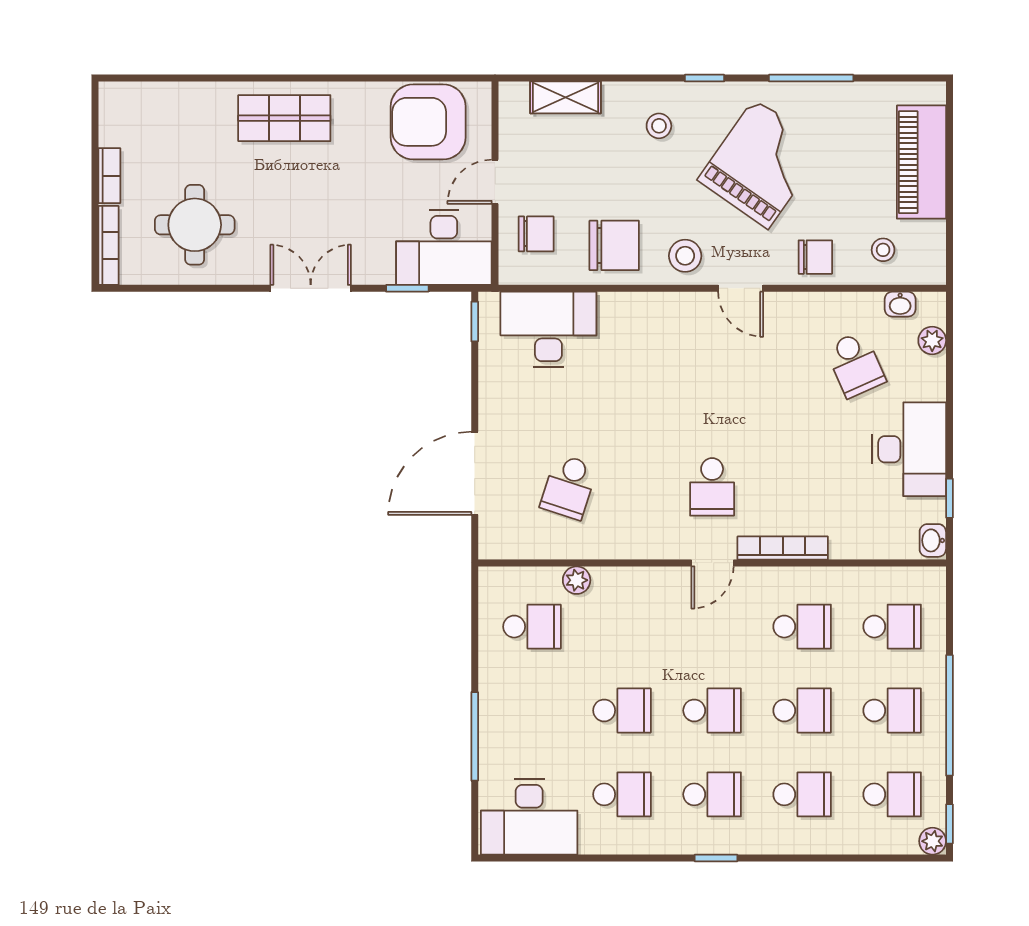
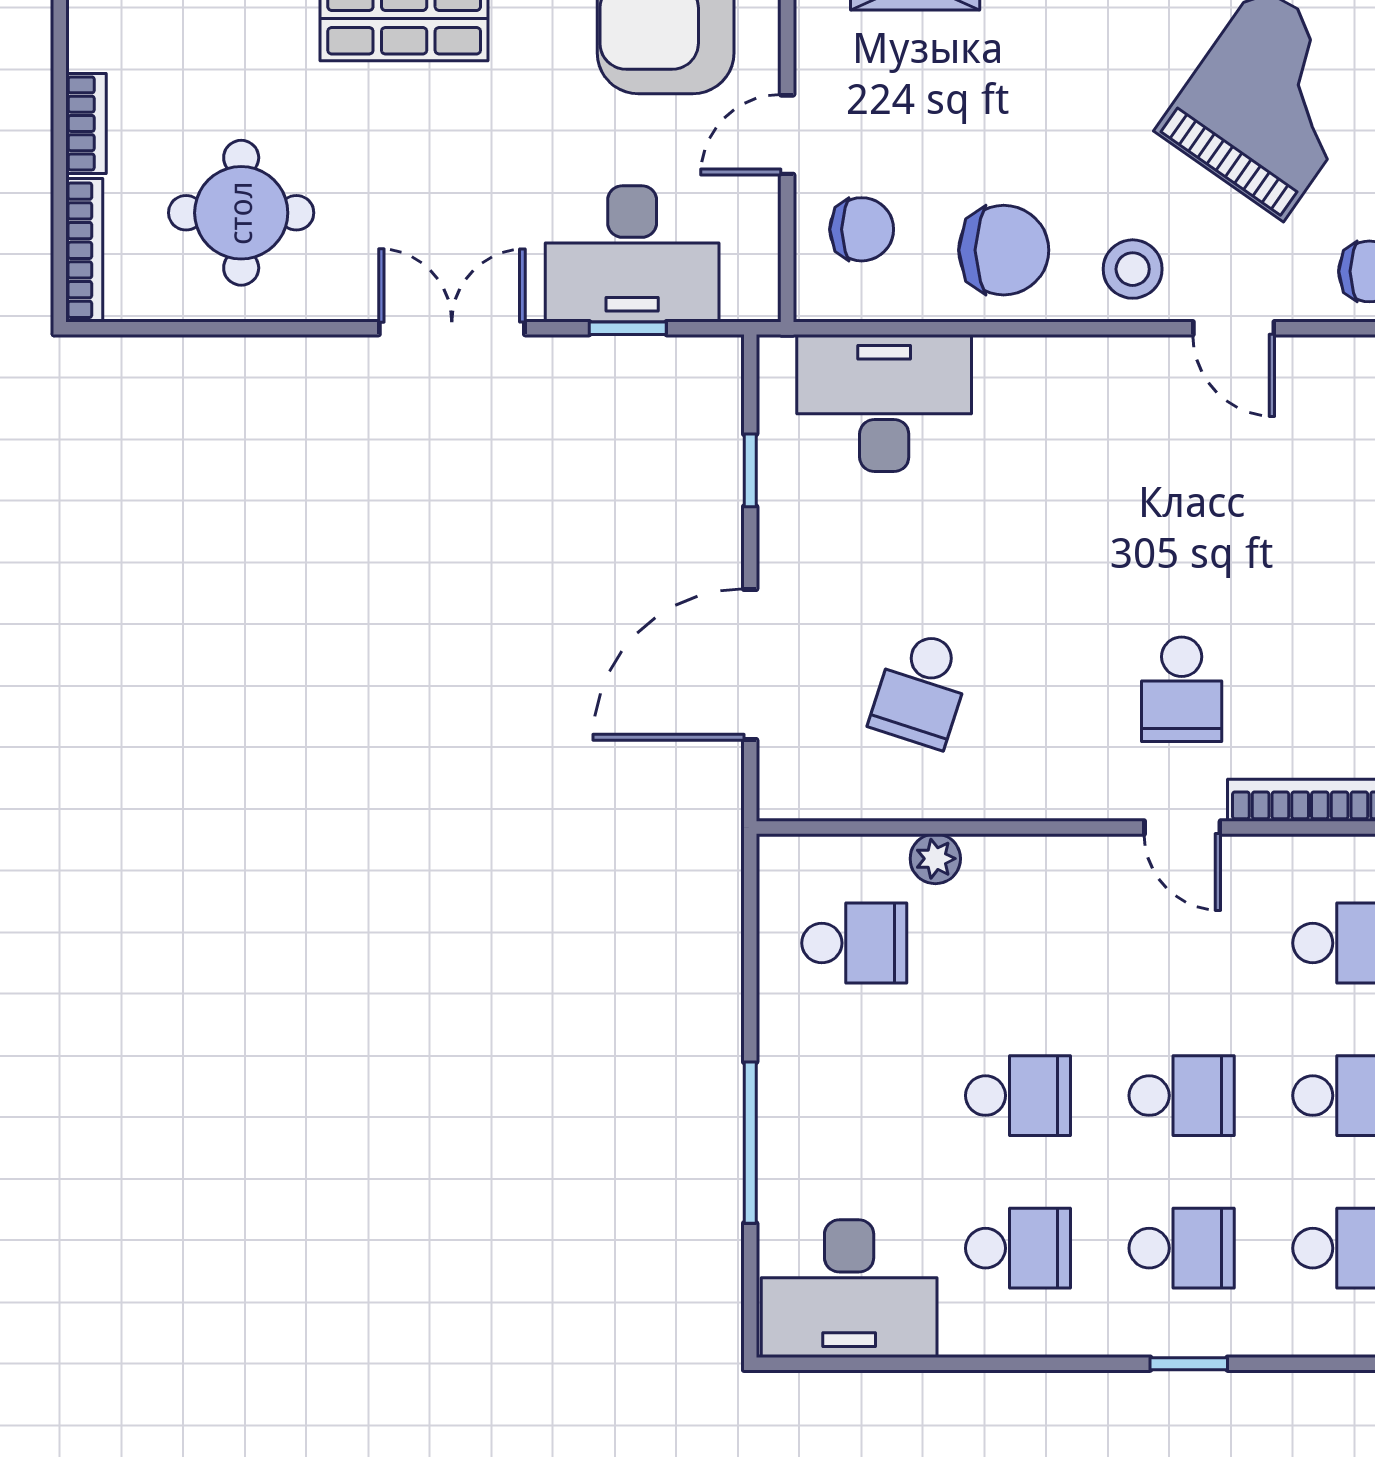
stool: (659, 126) -> (1085, 33), removed
desk: (444, 247) -> (632, 254), moved
window: (475, 322) -> (750, 470), moved
door: (712, 563) -> (1182, 827), hinge flipped

